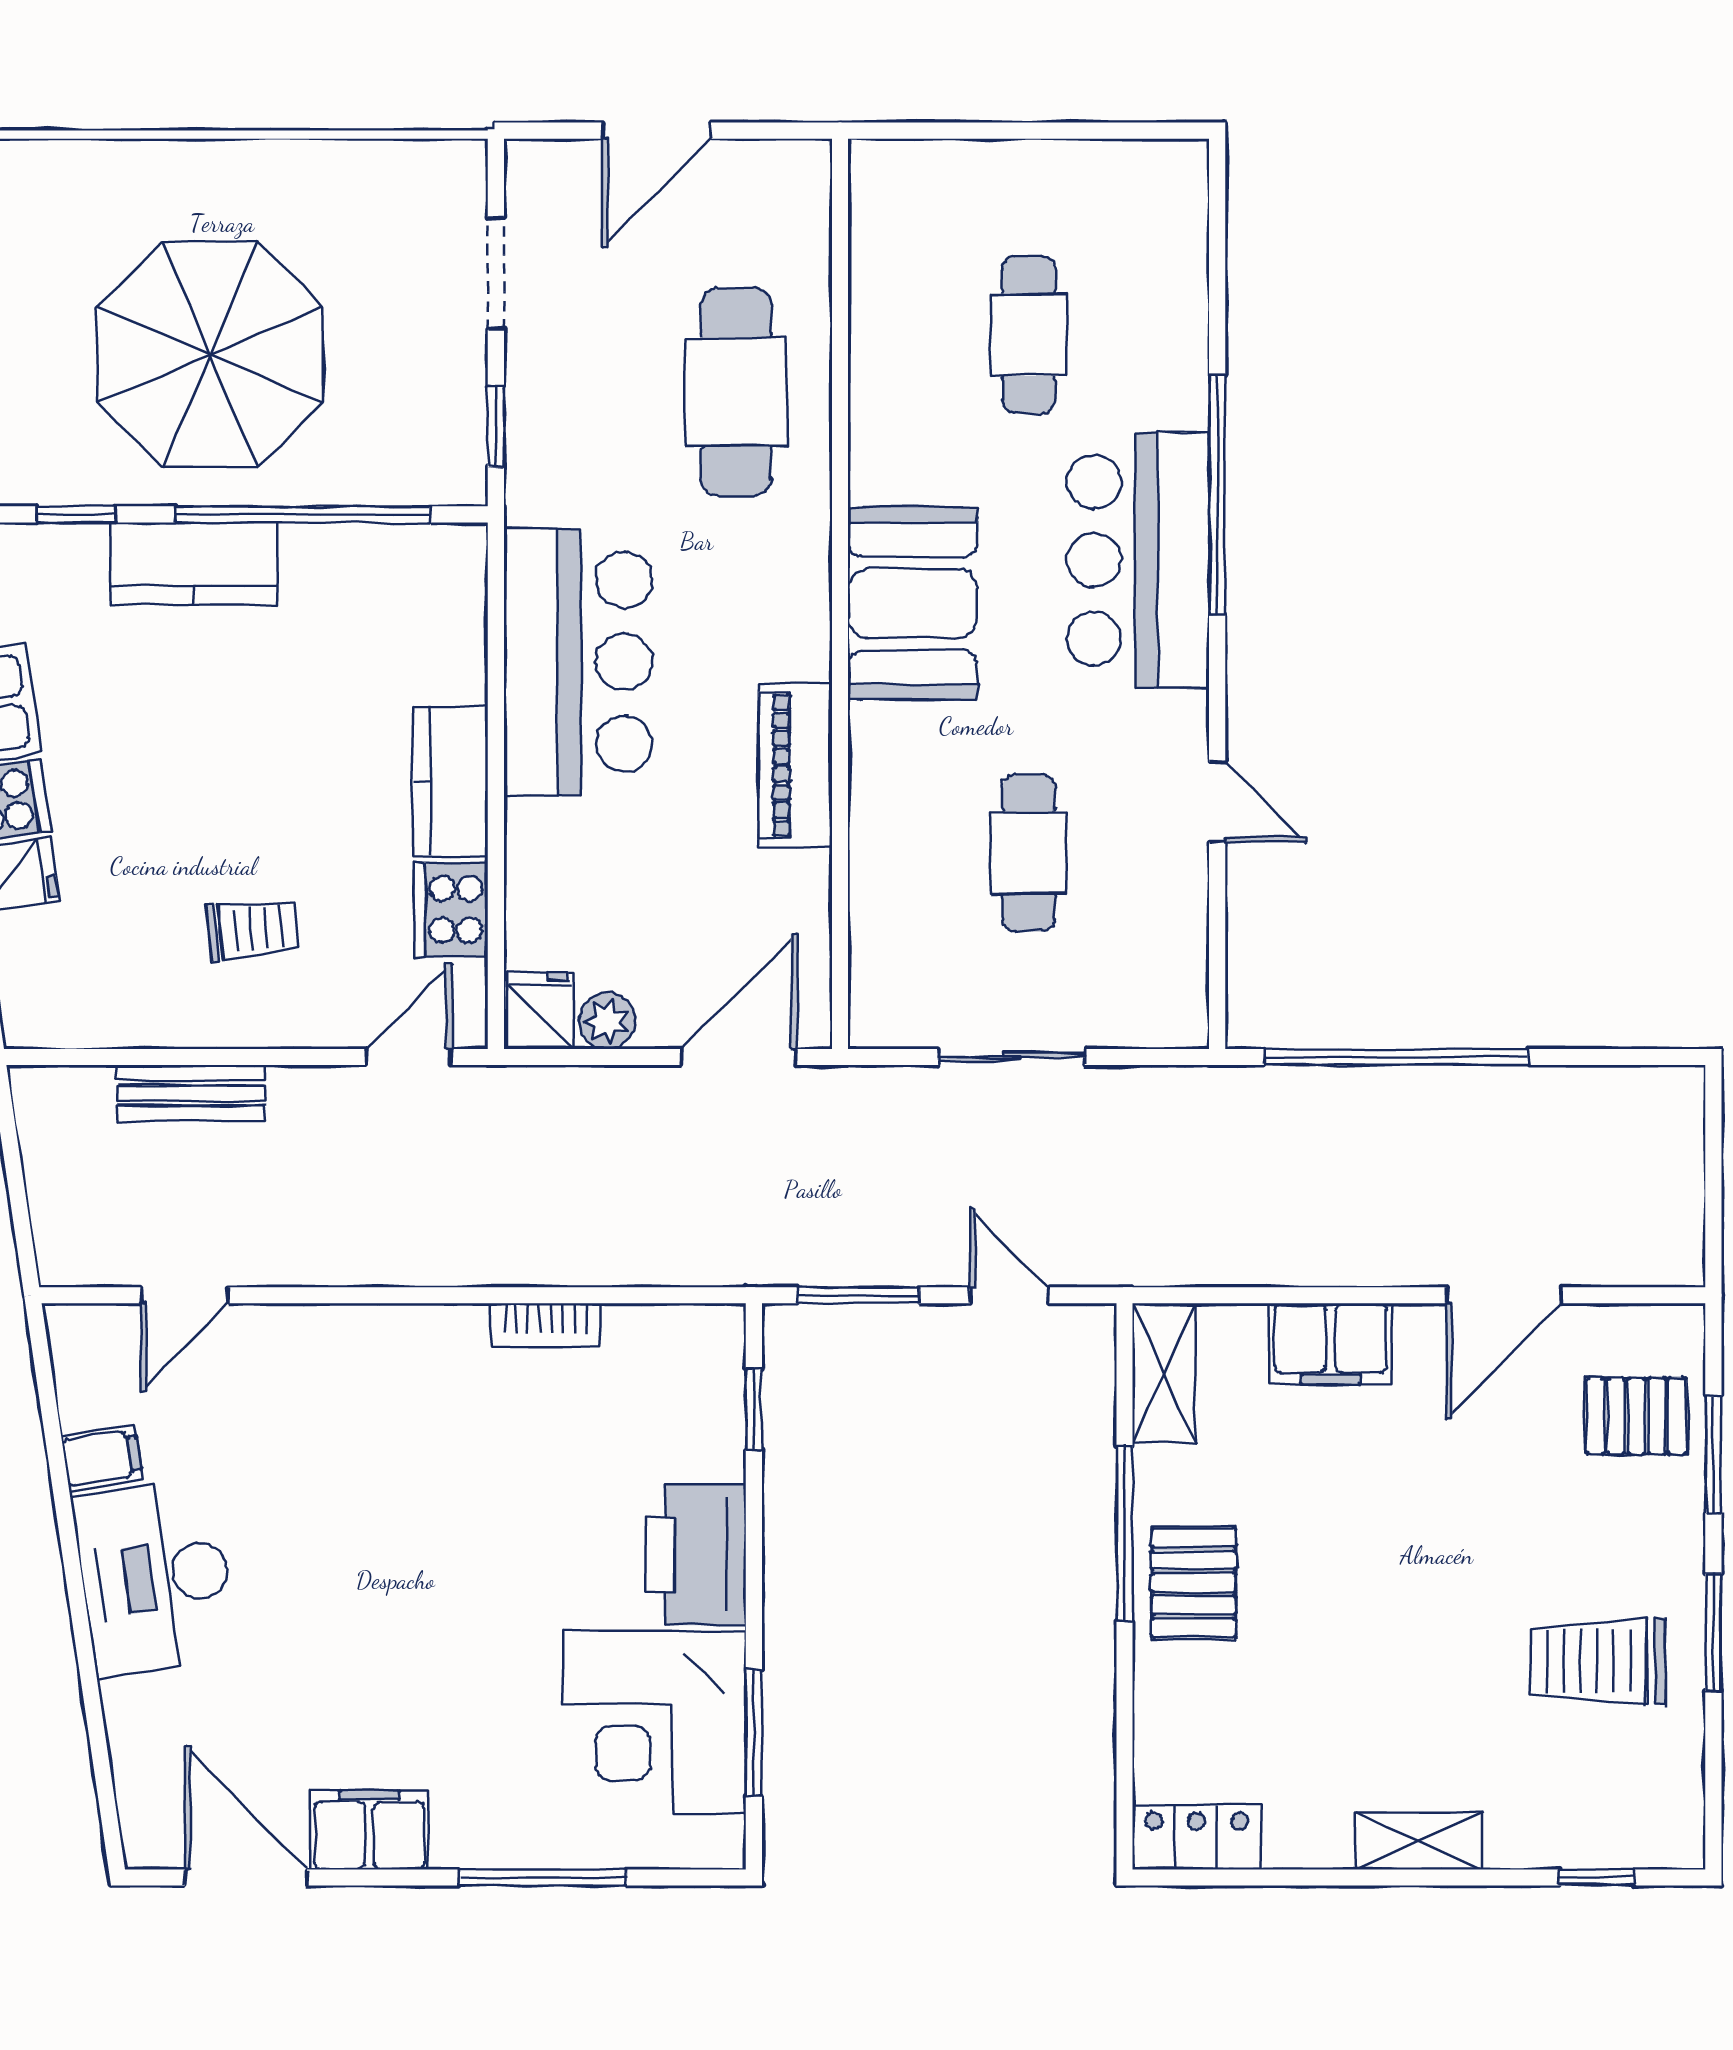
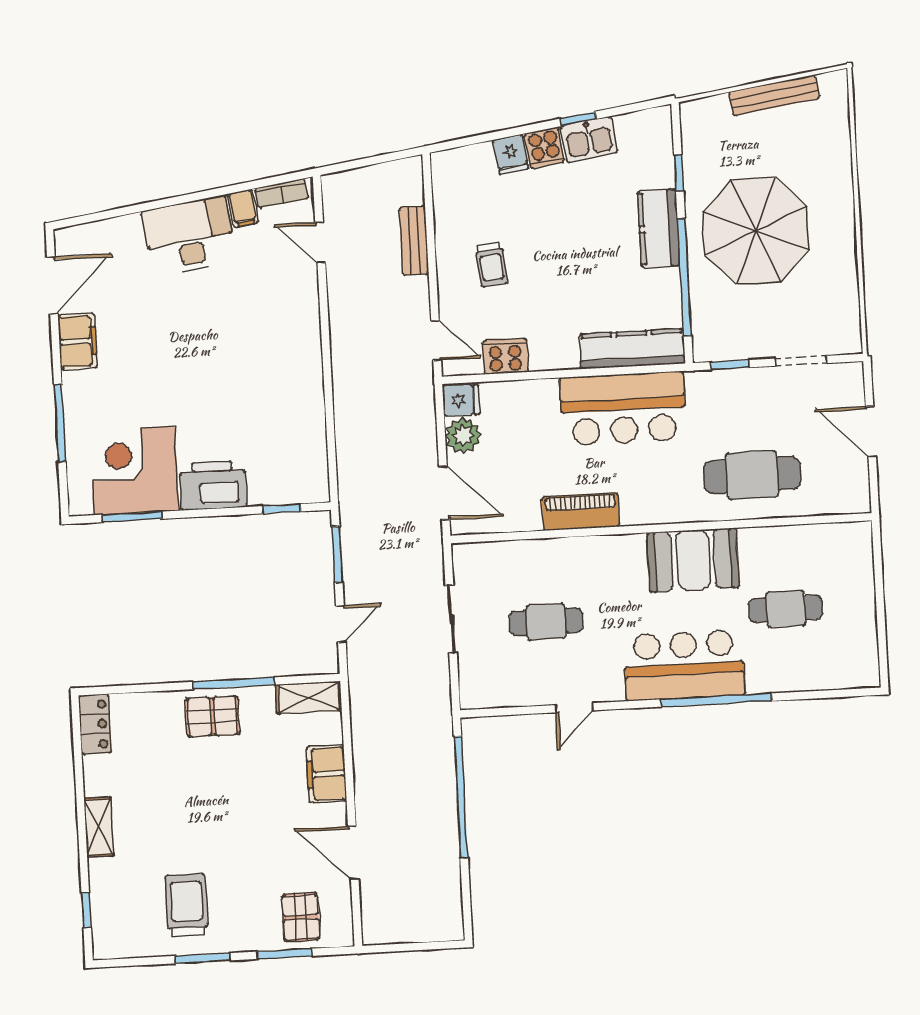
booth: (913, 604) -> (693, 560), moved
kitchen counter: (450, 782) -> (632, 349), moved, width x1.50
plant: (607, 1021) -> (463, 436), width x1.38, depth x1.38
bookcase: (545, 1325) -> (281, 193), moved, turned -98

